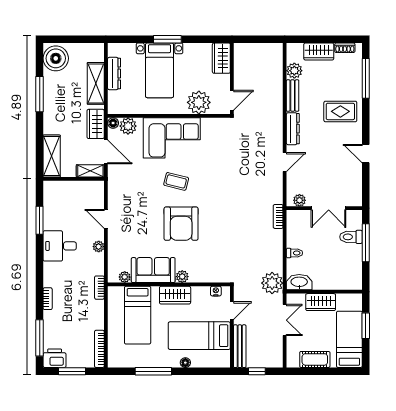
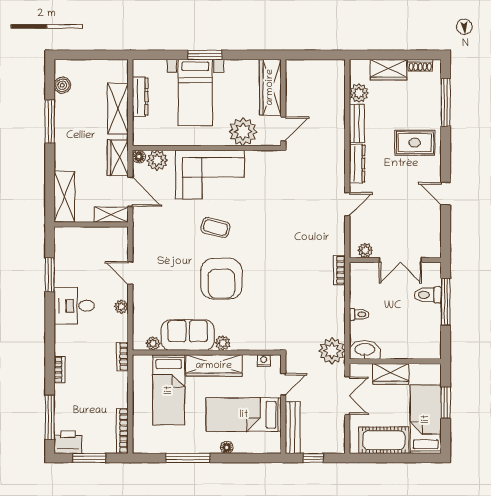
boiler: (56, 58) -> (62, 85), width x0.54, depth x0.54
wardrobe: (221, 58) -> (270, 87), width x1.50
wardrobe: (175, 295) -> (214, 366), width x1.50
cot: (315, 359) -> (384, 440), width x1.37, depth x1.34

